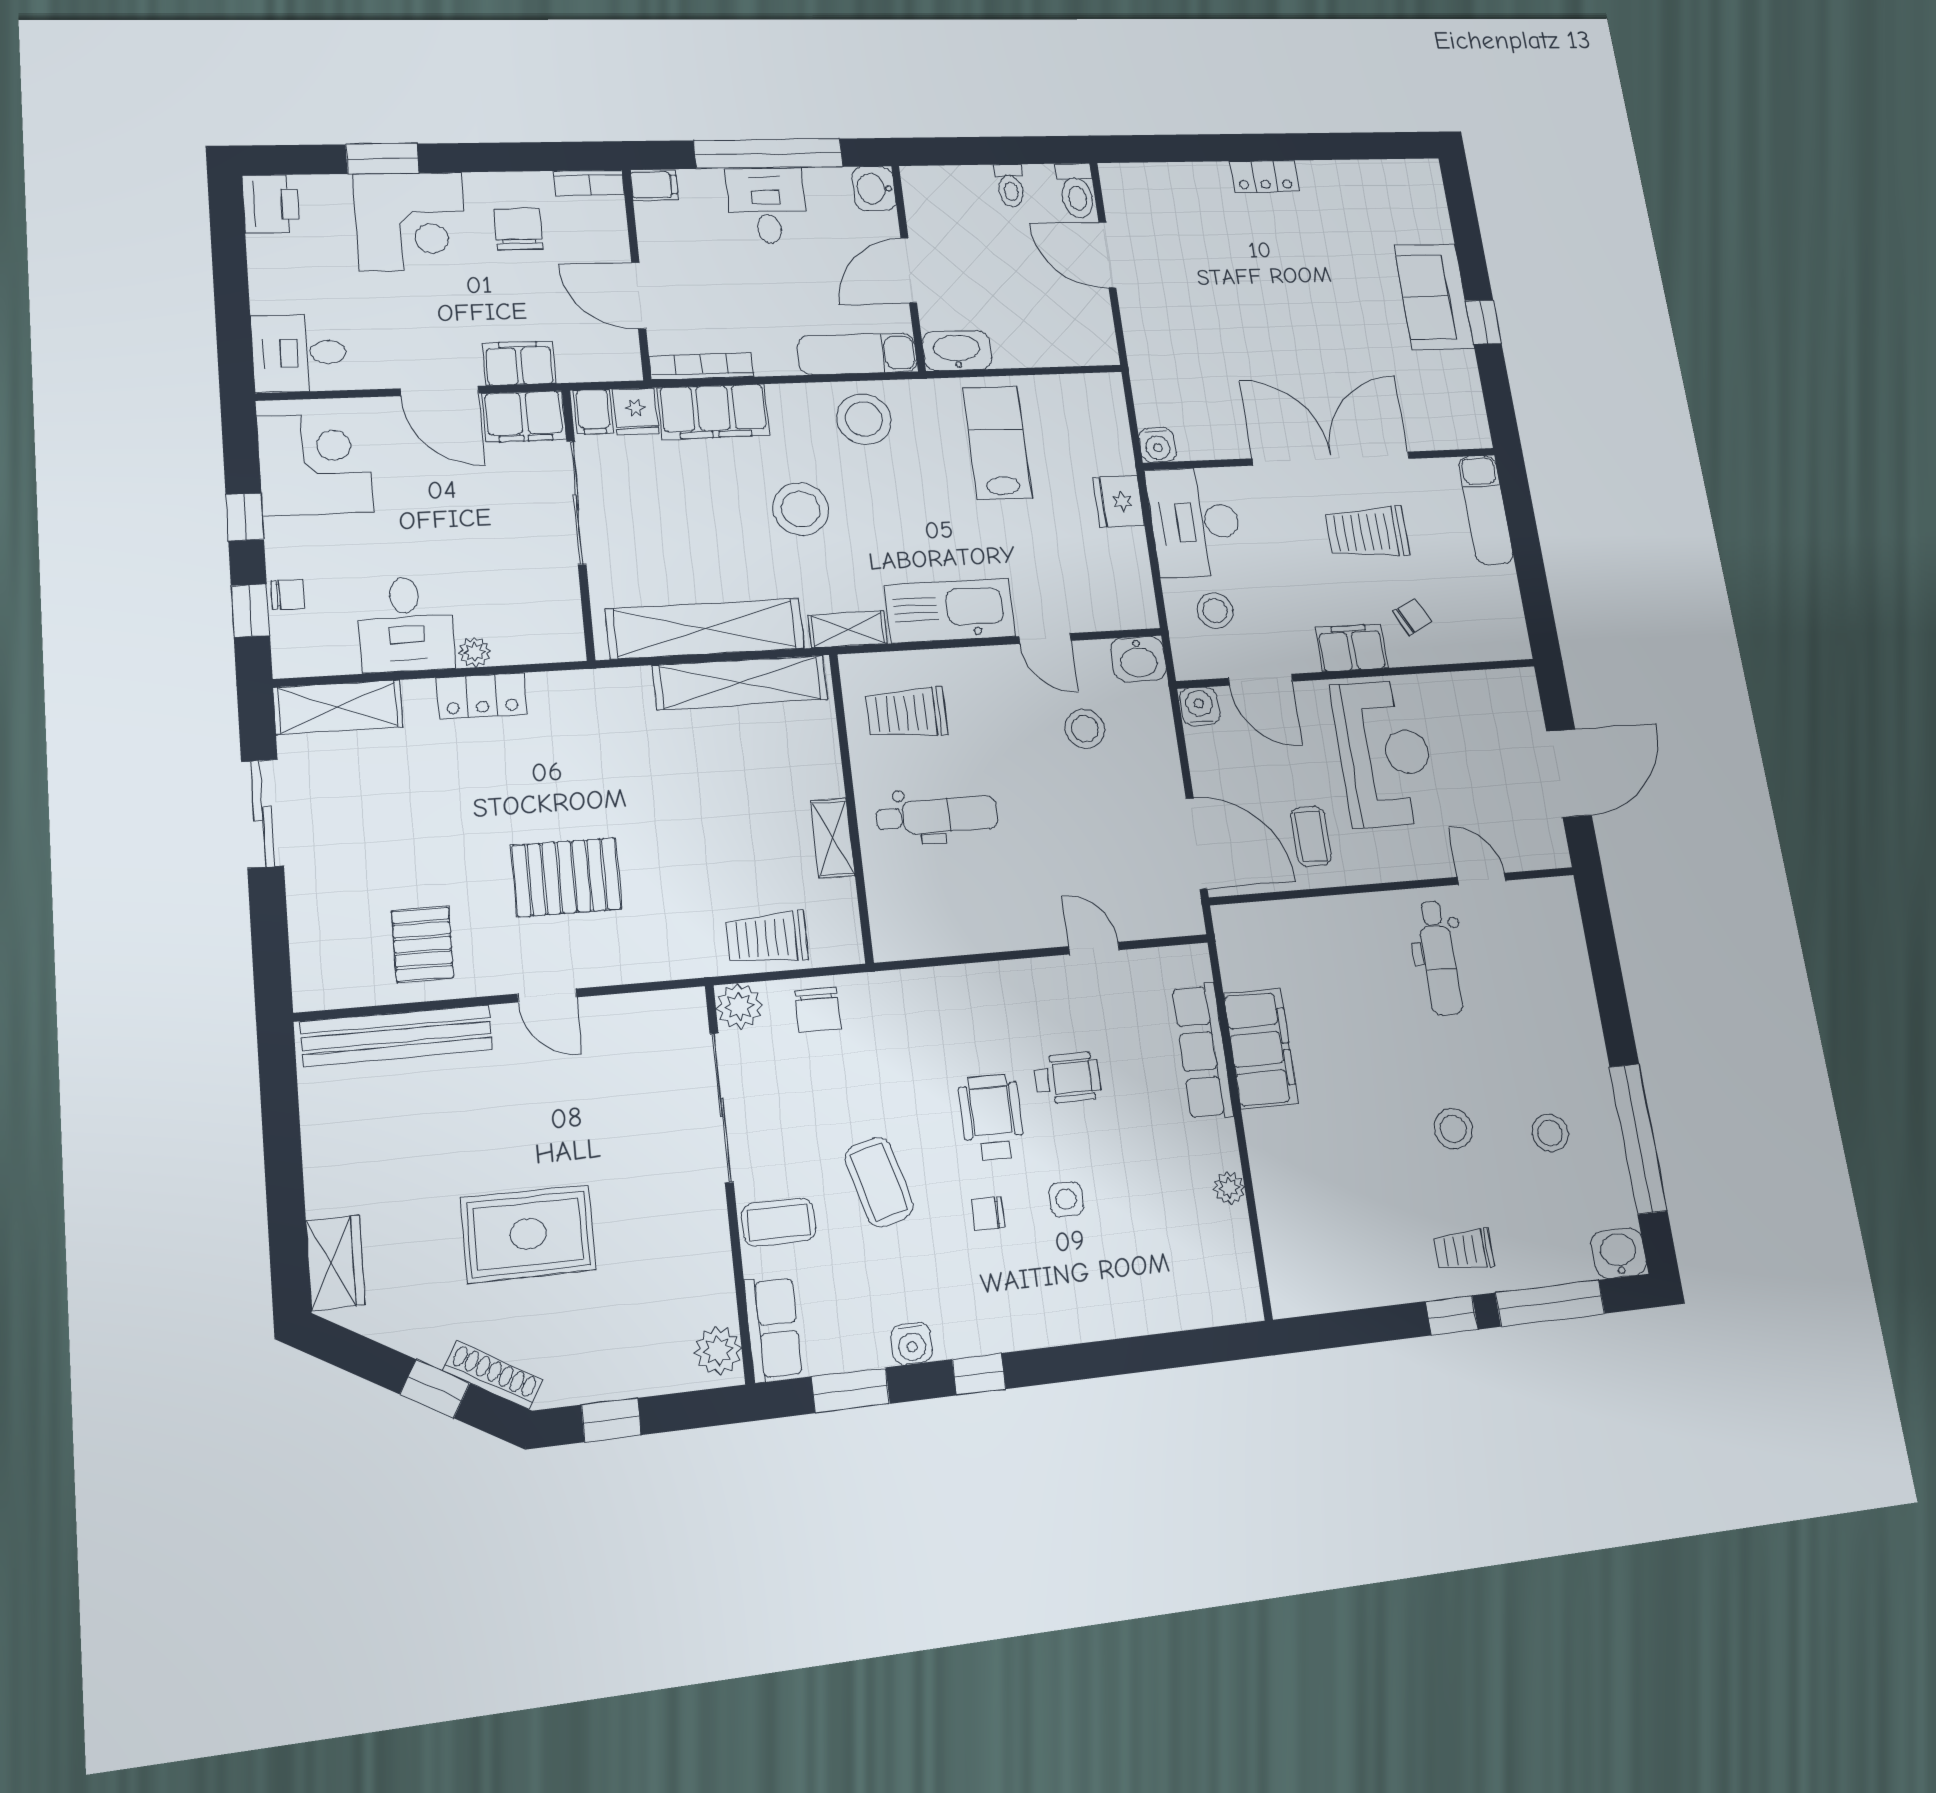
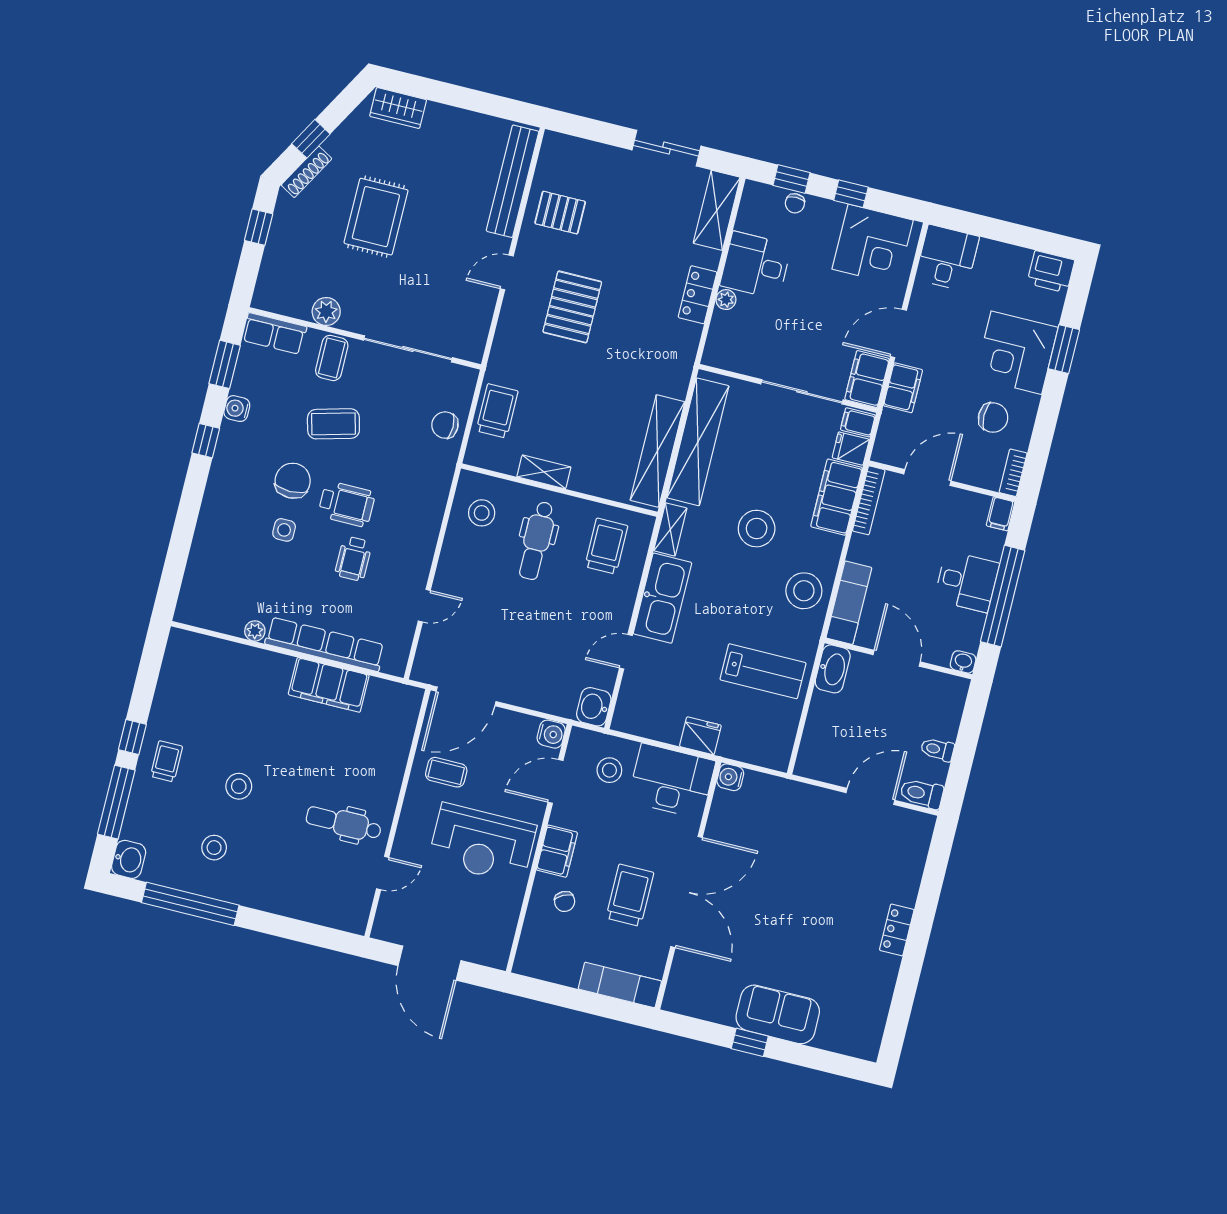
washbasin: (874, 189) -> (963, 662), width x0.72, depth x0.69
stool: (1085, 729) -> (482, 513), moved
plant: (739, 1006) -> (463, 380), removed
row of seats: (1203, 1051) -> (325, 644), width x1.36
chair: (988, 1214) -> (293, 481), width x1.87, depth x1.87
plant: (718, 1351) -> (326, 312), moved

